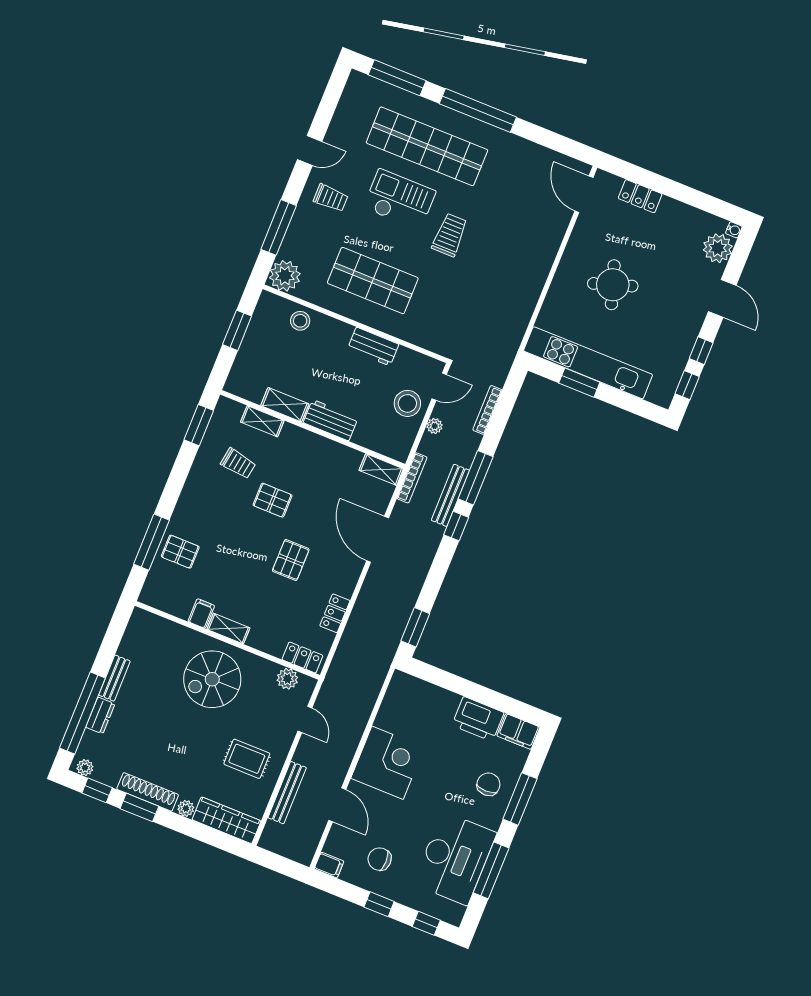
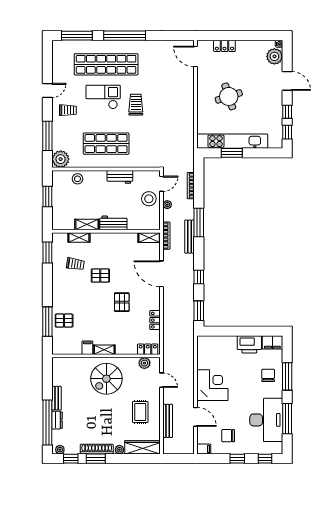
window: (456, 526) -> (199, 277), moved
rug: (247, 759) -> (140, 412), turned 90

